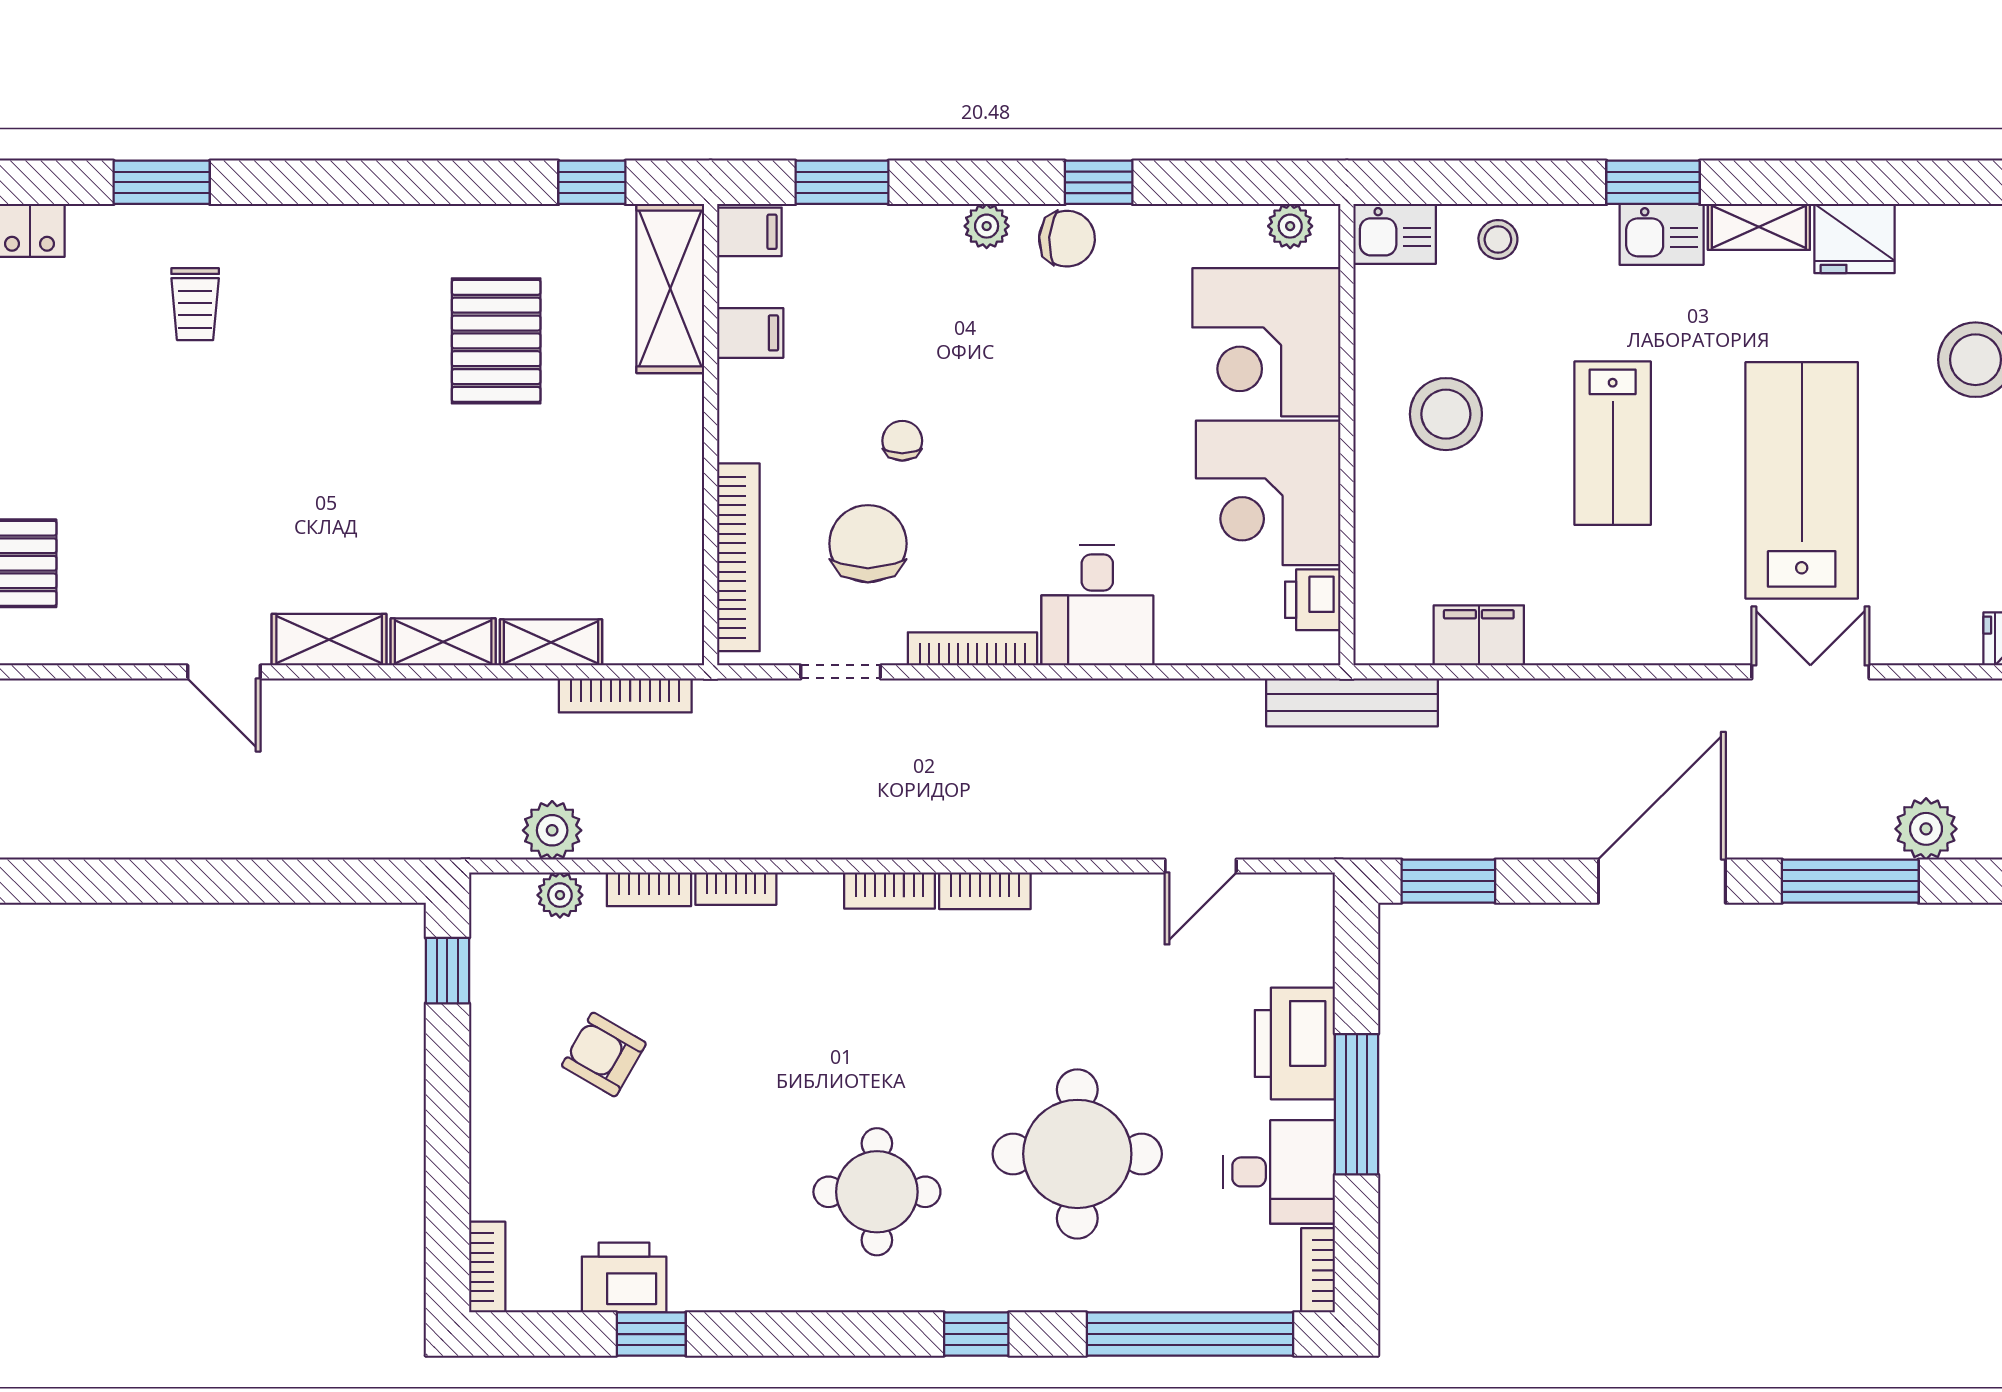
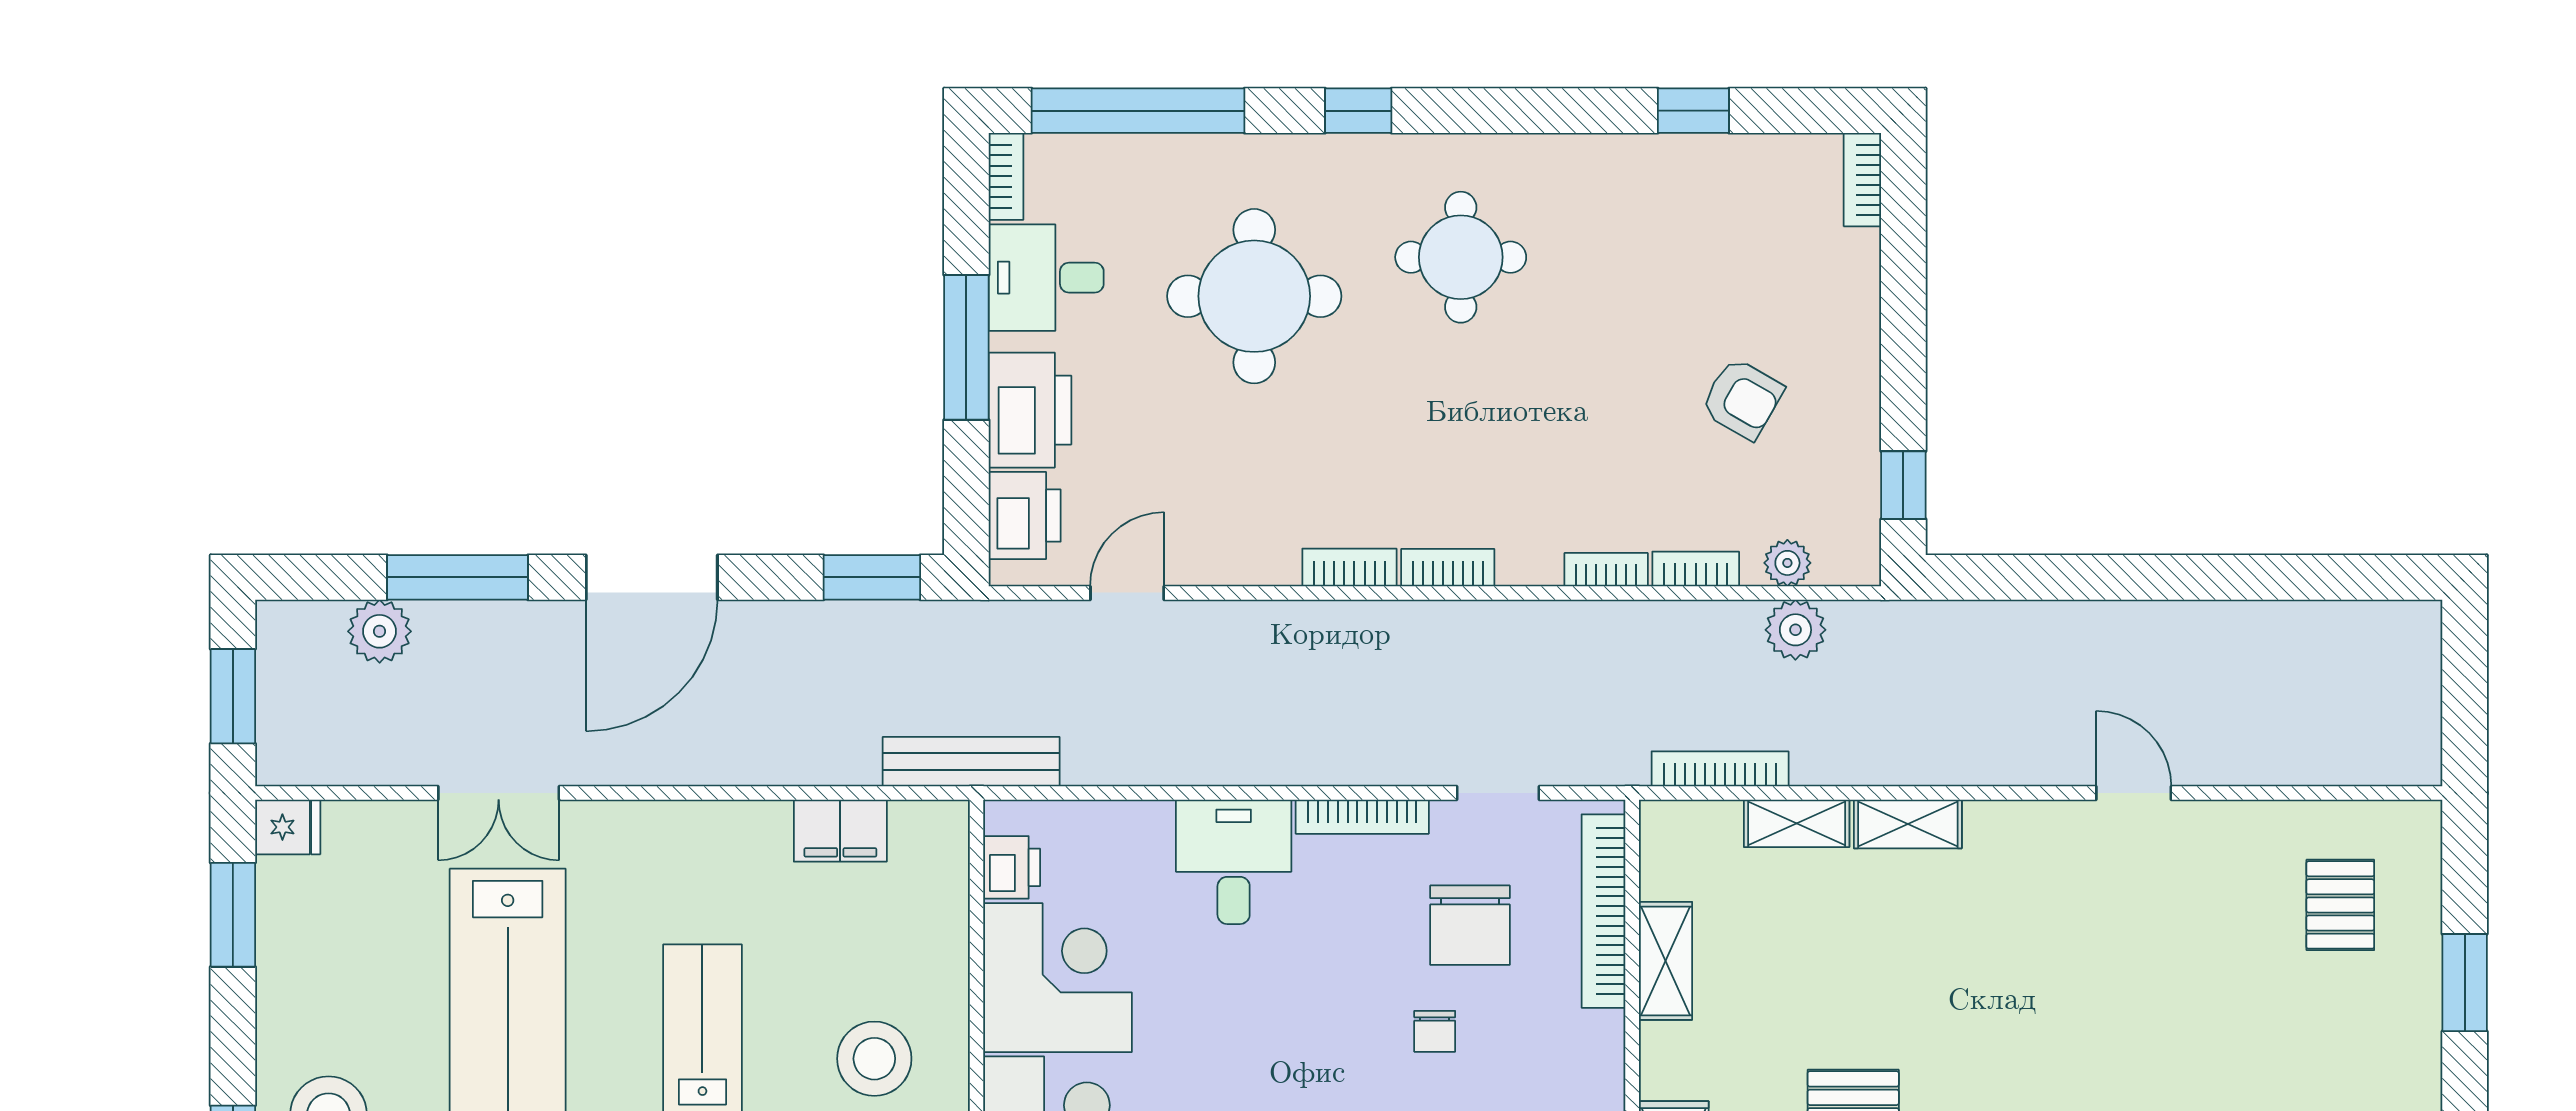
shelving: (329, 640) -> (1665, 961), moved, turned 90
printer: (624, 1278) -> (1025, 516), moved, turned -90

